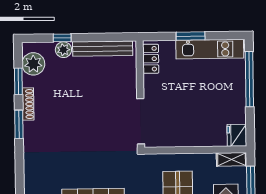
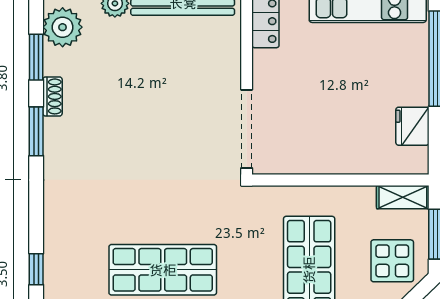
shoe rack: (28, 104) -> (52, 96), width x0.70
fridge: (237, 135) -> (412, 126), moved

